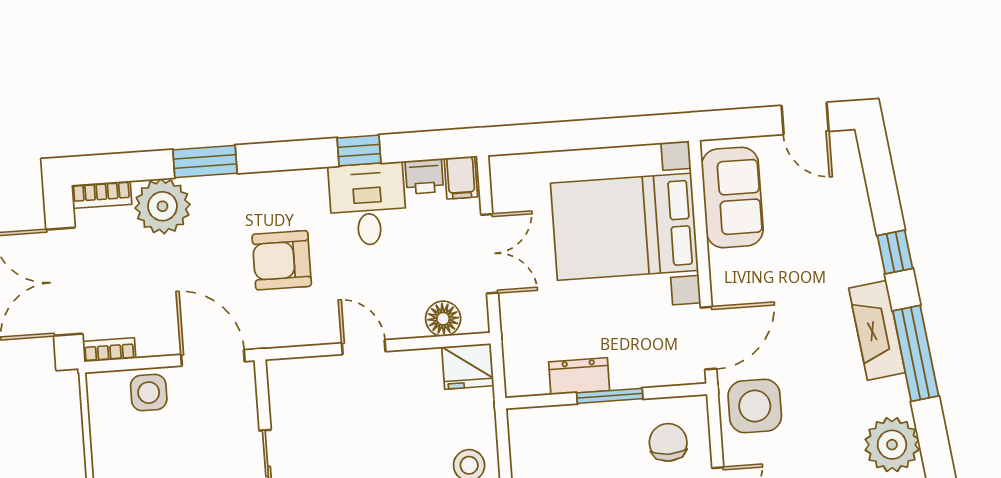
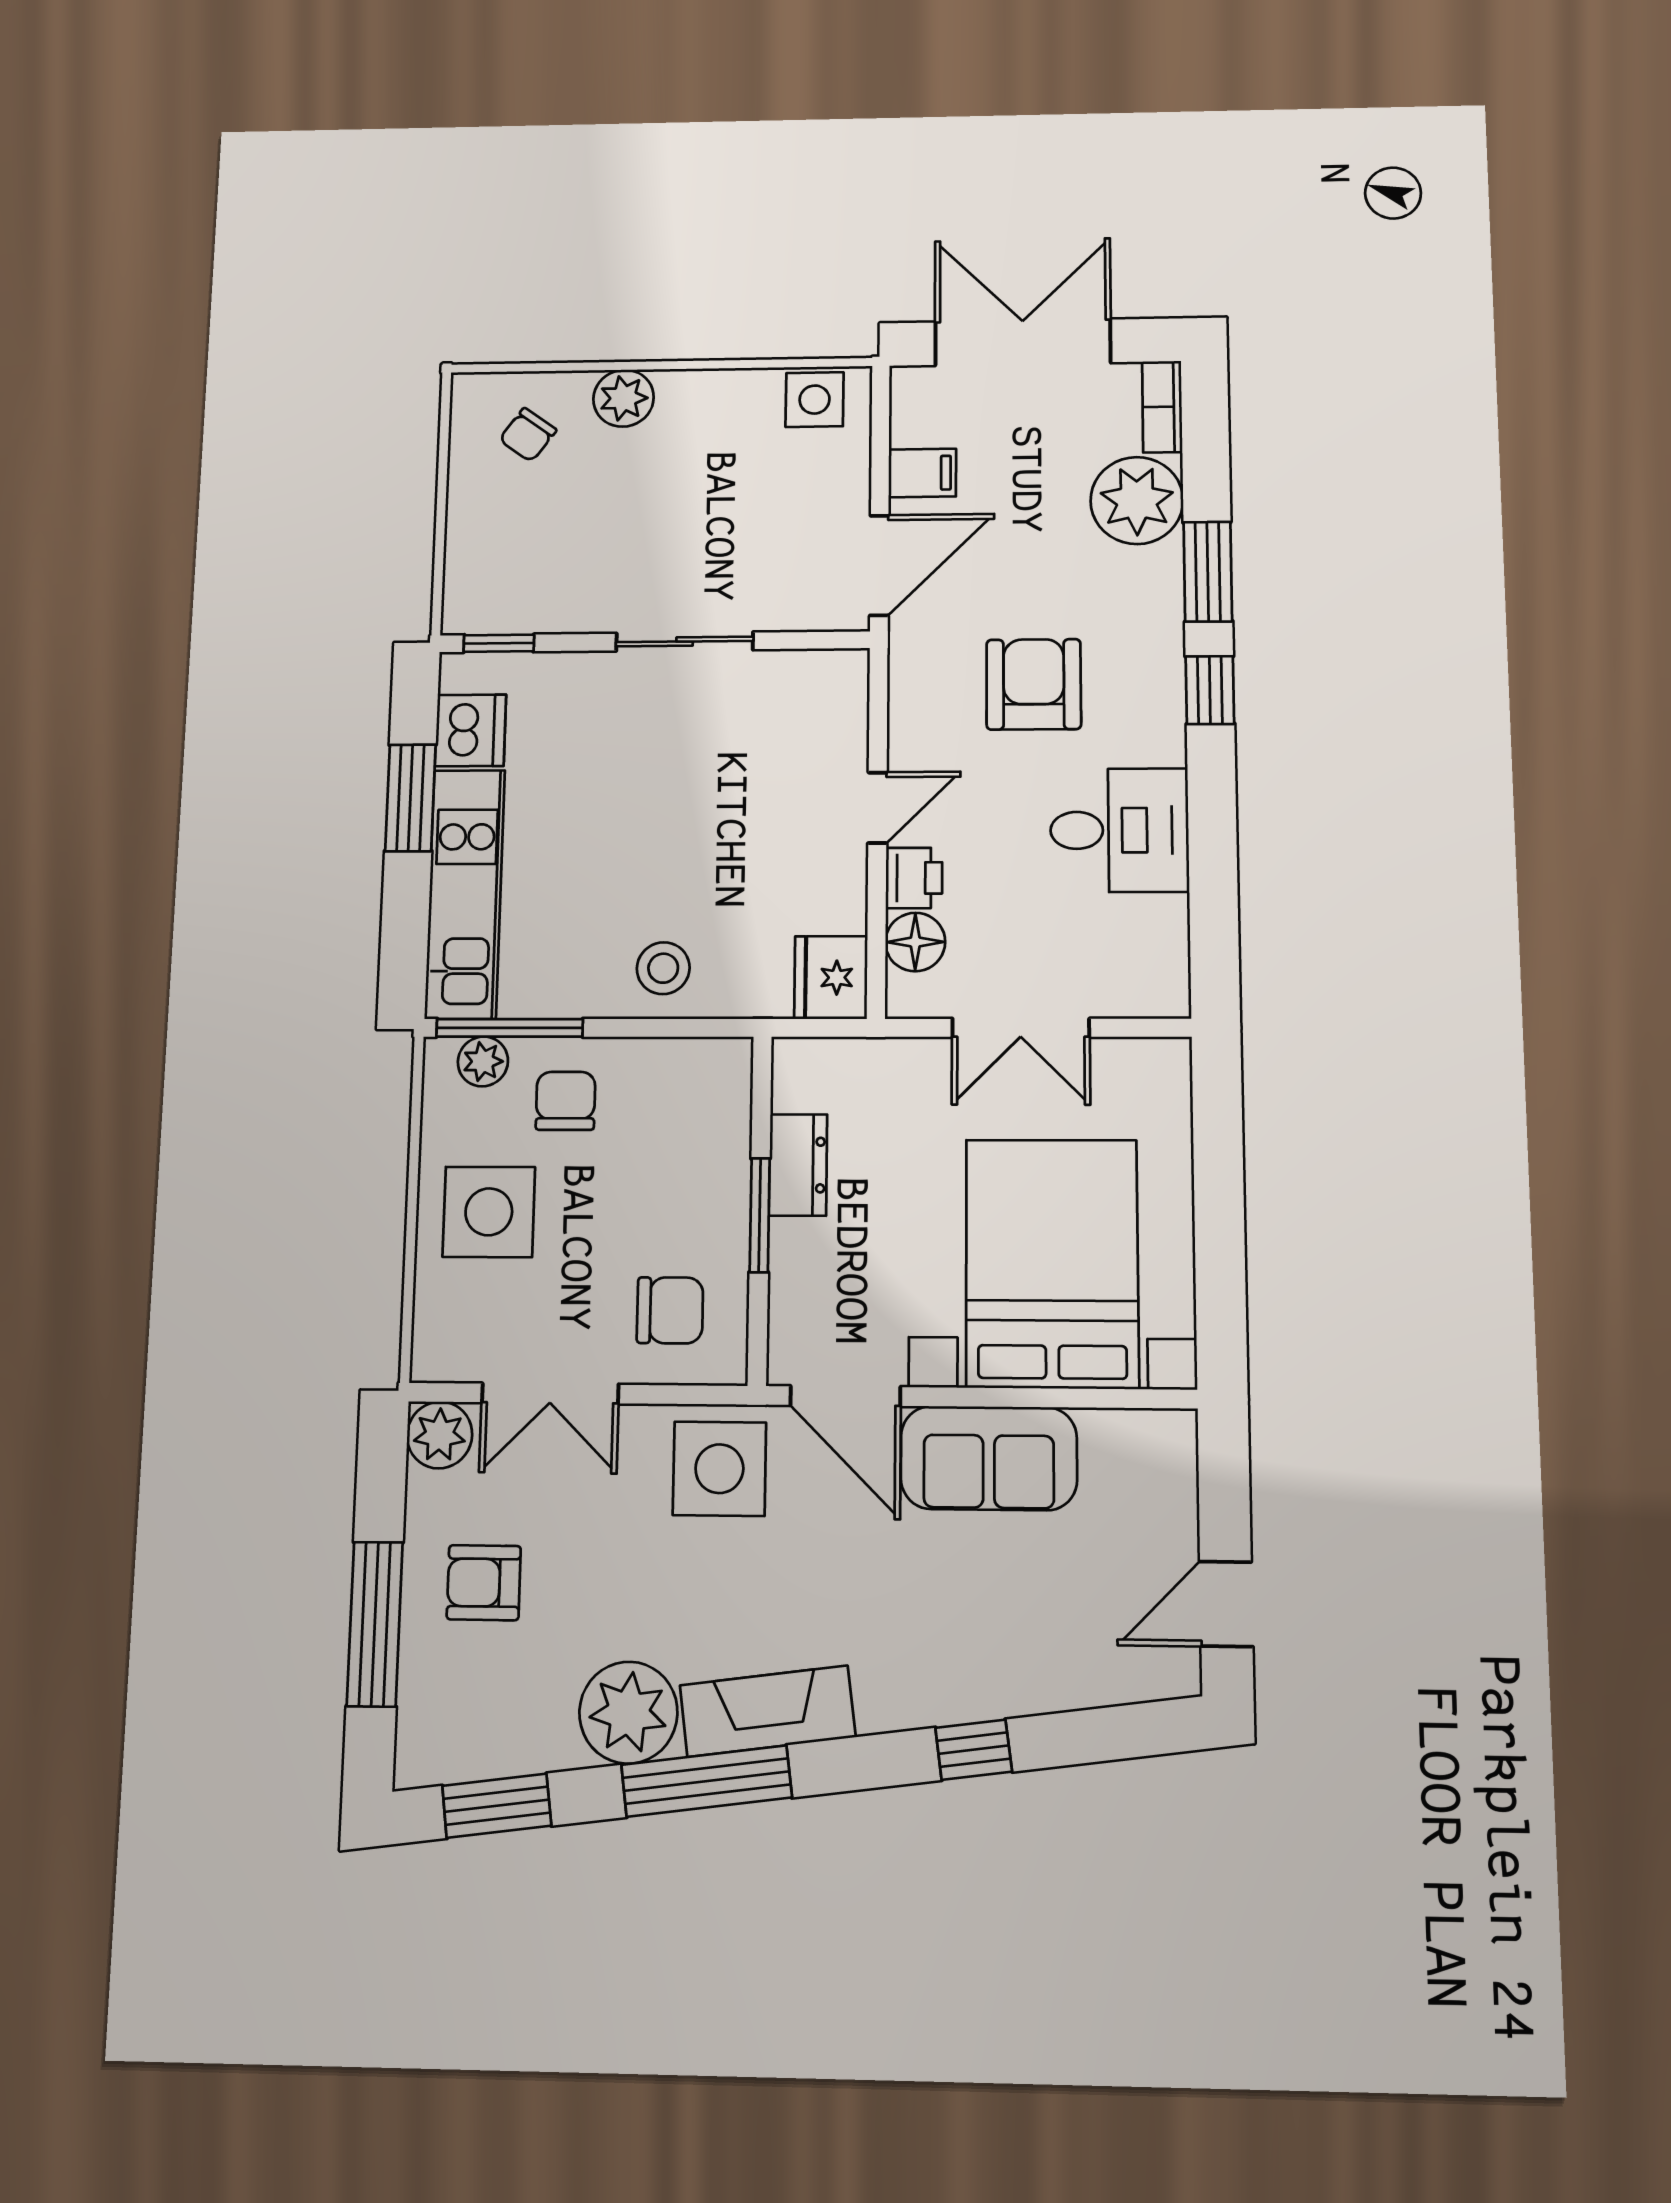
window: (359, 150) -> (1210, 690), moved
printer: (424, 176) -> (914, 878), moved, turned 180
filing cabinet: (461, 178) -> (922, 473), moved, turned 180
sofa: (732, 197) -> (989, 1458), moved
fireplace: (877, 330) -> (768, 1711), moved
bookcase: (109, 350) -> (906, 405), removed
window: (916, 353) -> (707, 1781), moved
side table: (149, 393) -> (815, 400), moved

